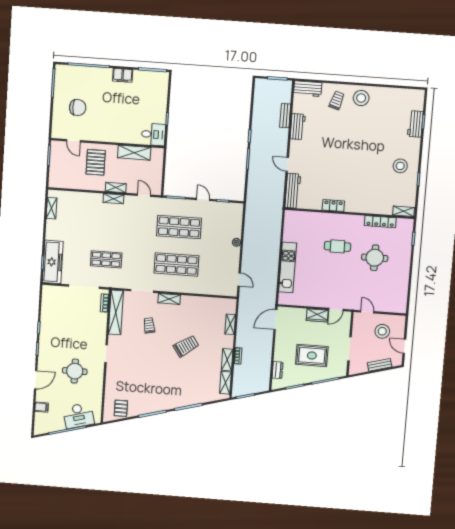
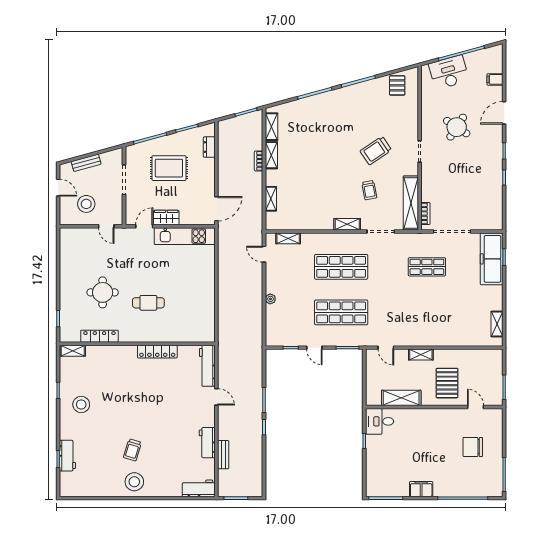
trolley: (337, 100) -> (132, 450), moved
shelving: (113, 199) -> (288, 238), moved
locker: (333, 206) -> (157, 352), width x1.53
kitchen unit: (288, 267) -> (185, 236), moved, turned -90
trolley: (186, 346) -> (376, 151), moved
round table: (75, 371) -> (457, 127), turned 33

